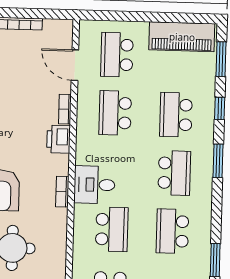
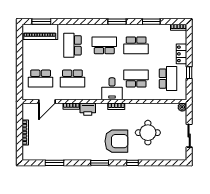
piano: (182, 37) -> (40, 32), moved, turned 90
window: (220, 108) -> (68, 22), removed
school desk: (176, 115) -> (72, 45), turned 90
window: (218, 161) -> (117, 22), moved

